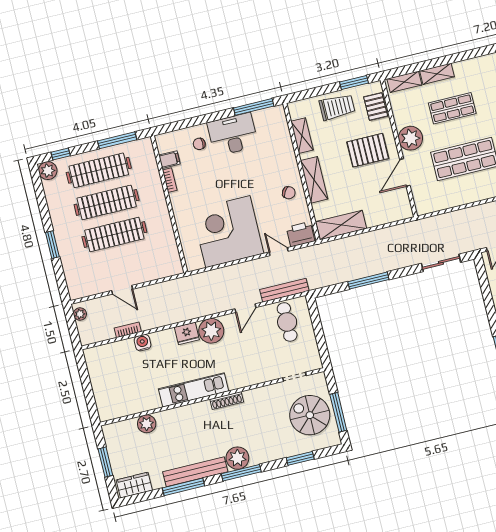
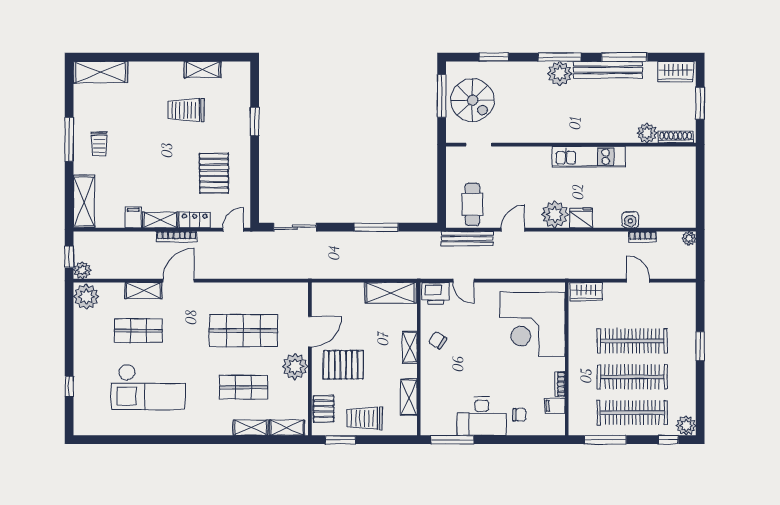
shelving: (314, 180) -> (410, 347), width x0.67, depth x0.75
corner desk: (228, 232) -> (533, 324), moved, turned 90
wardrobe: (166, 269) -> (586, 292), added
plant: (80, 314) -> (689, 238), moved
shoe rack: (227, 401) -> (676, 137), moved

